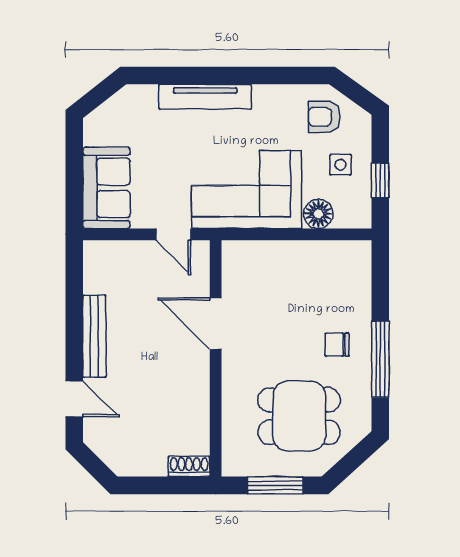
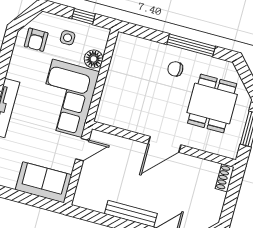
door: (216, 324) -> (164, 144), moved
chair: (337, 345) -> (175, 69), turned 90

